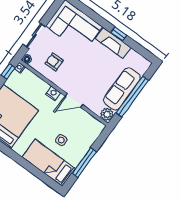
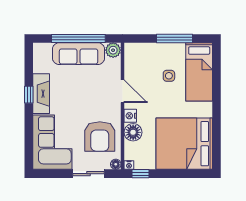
armchair: (54, 62) -> (100, 136), width x1.88, depth x1.88
floor lamp: (40, 87) -> (133, 132), added

